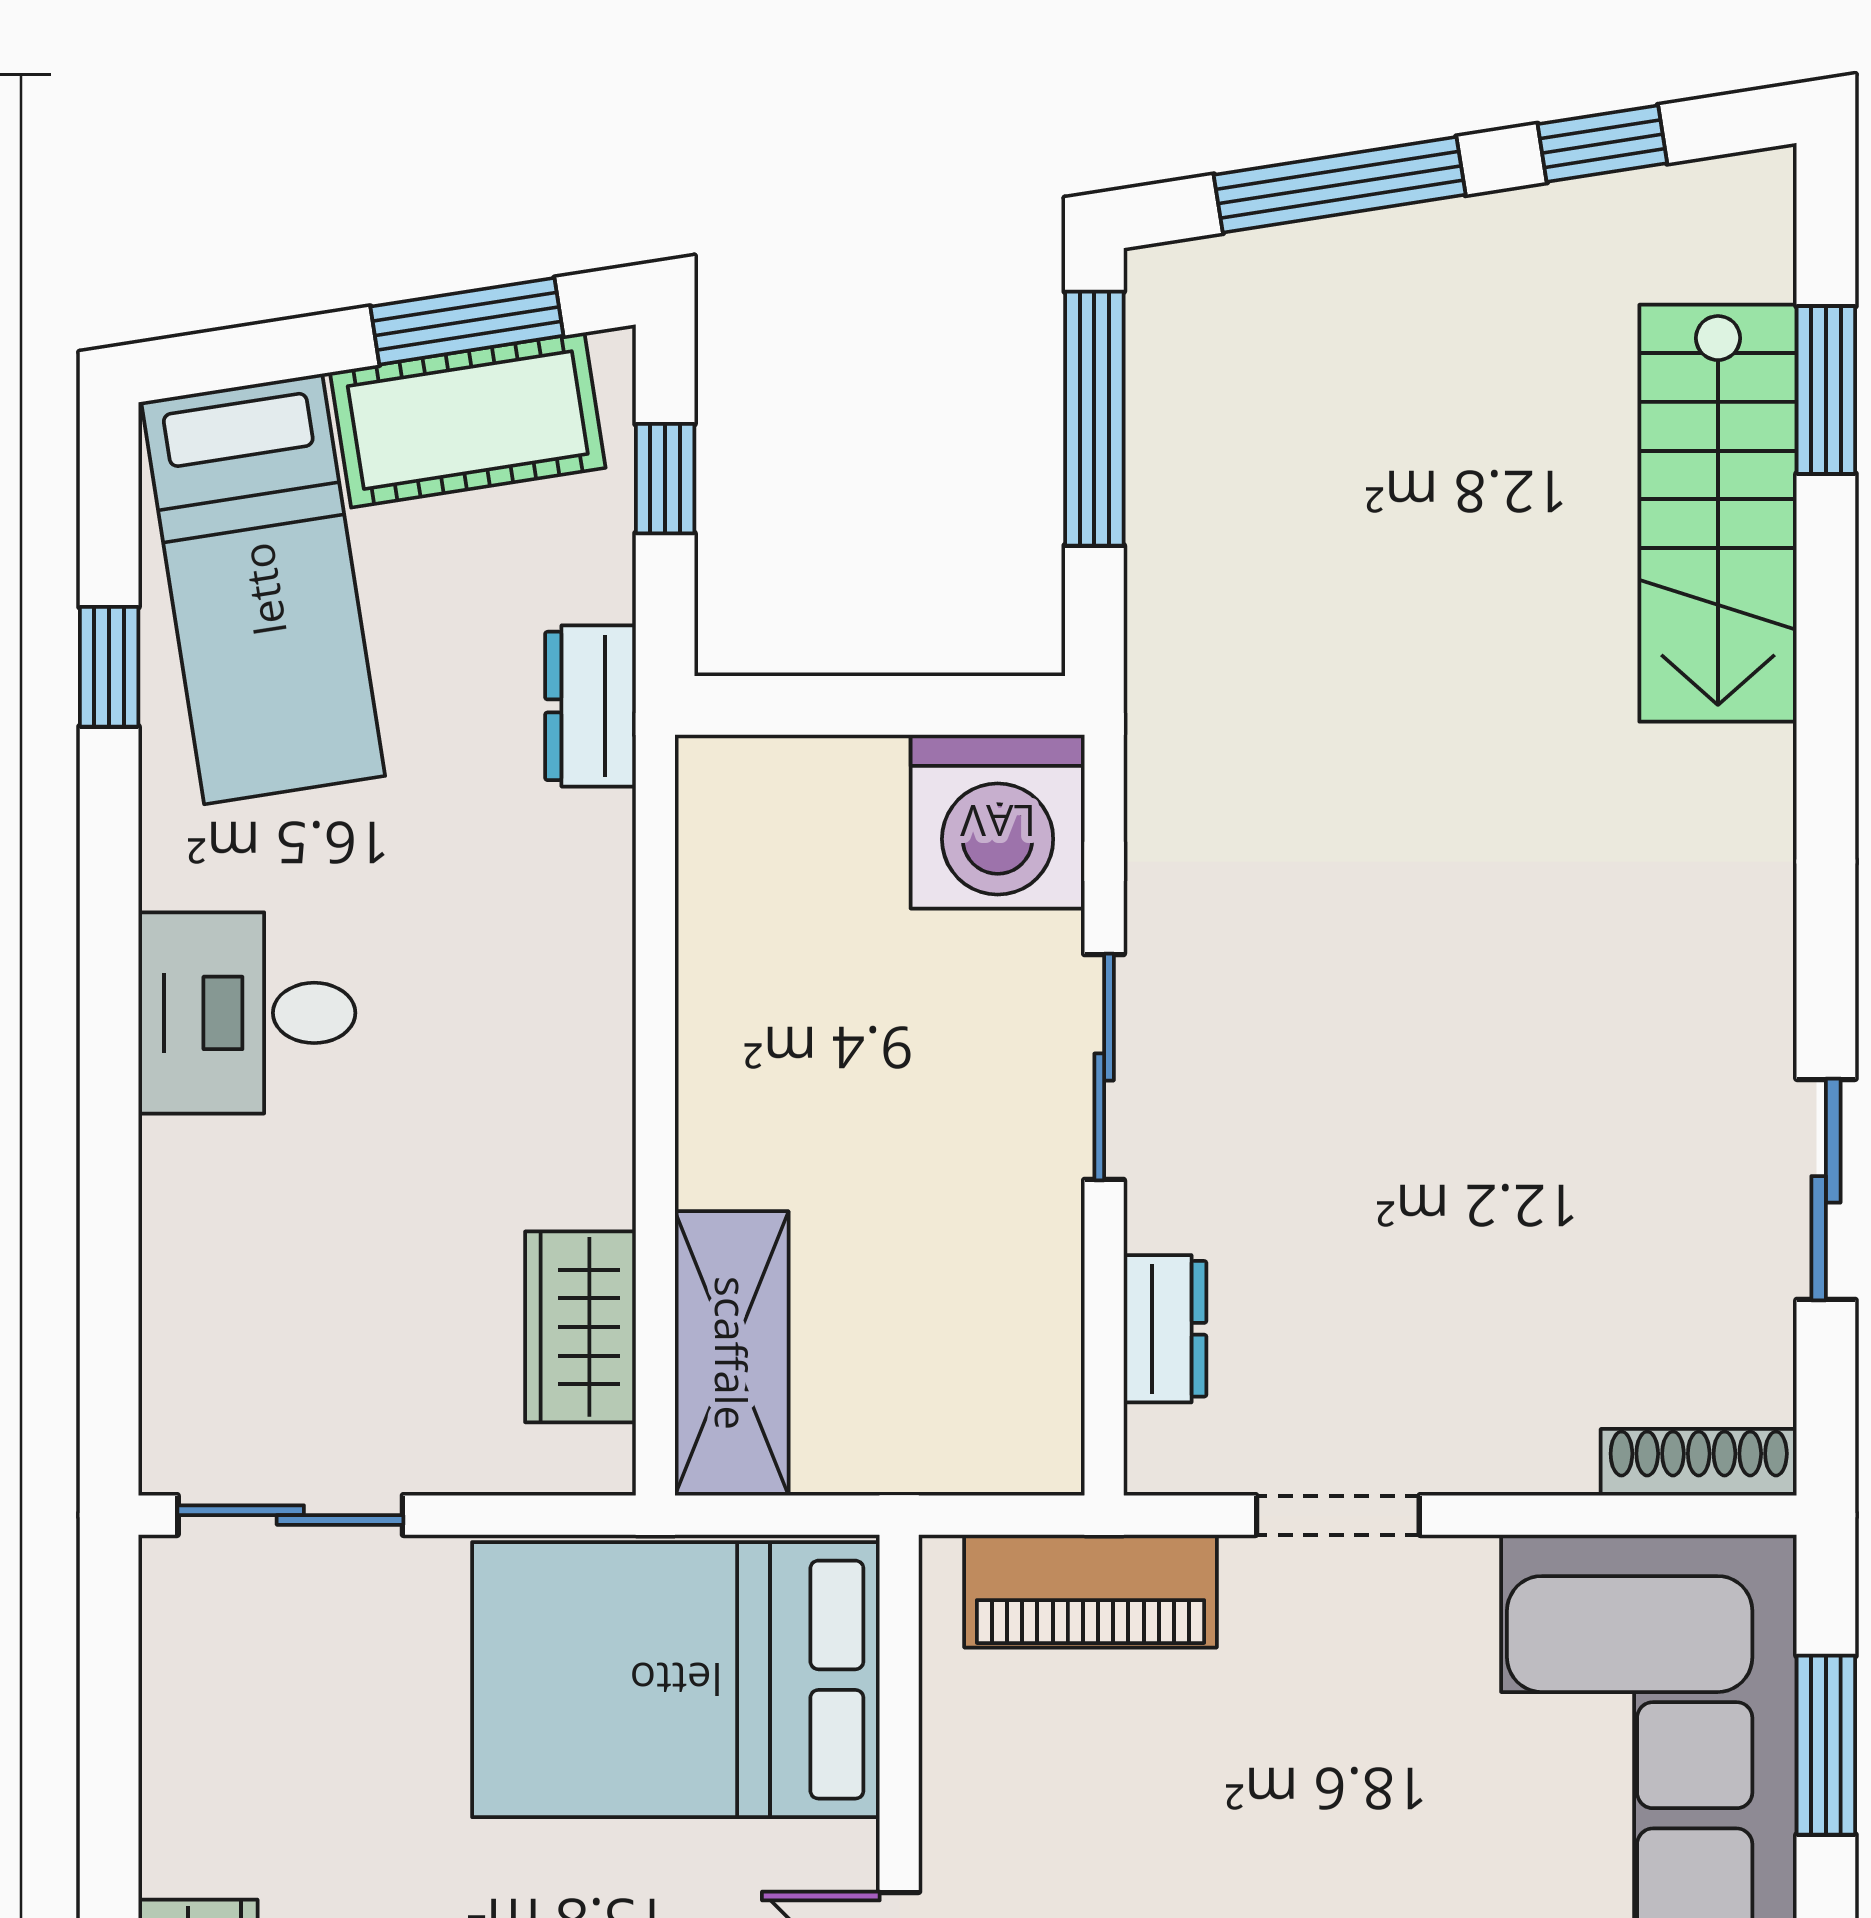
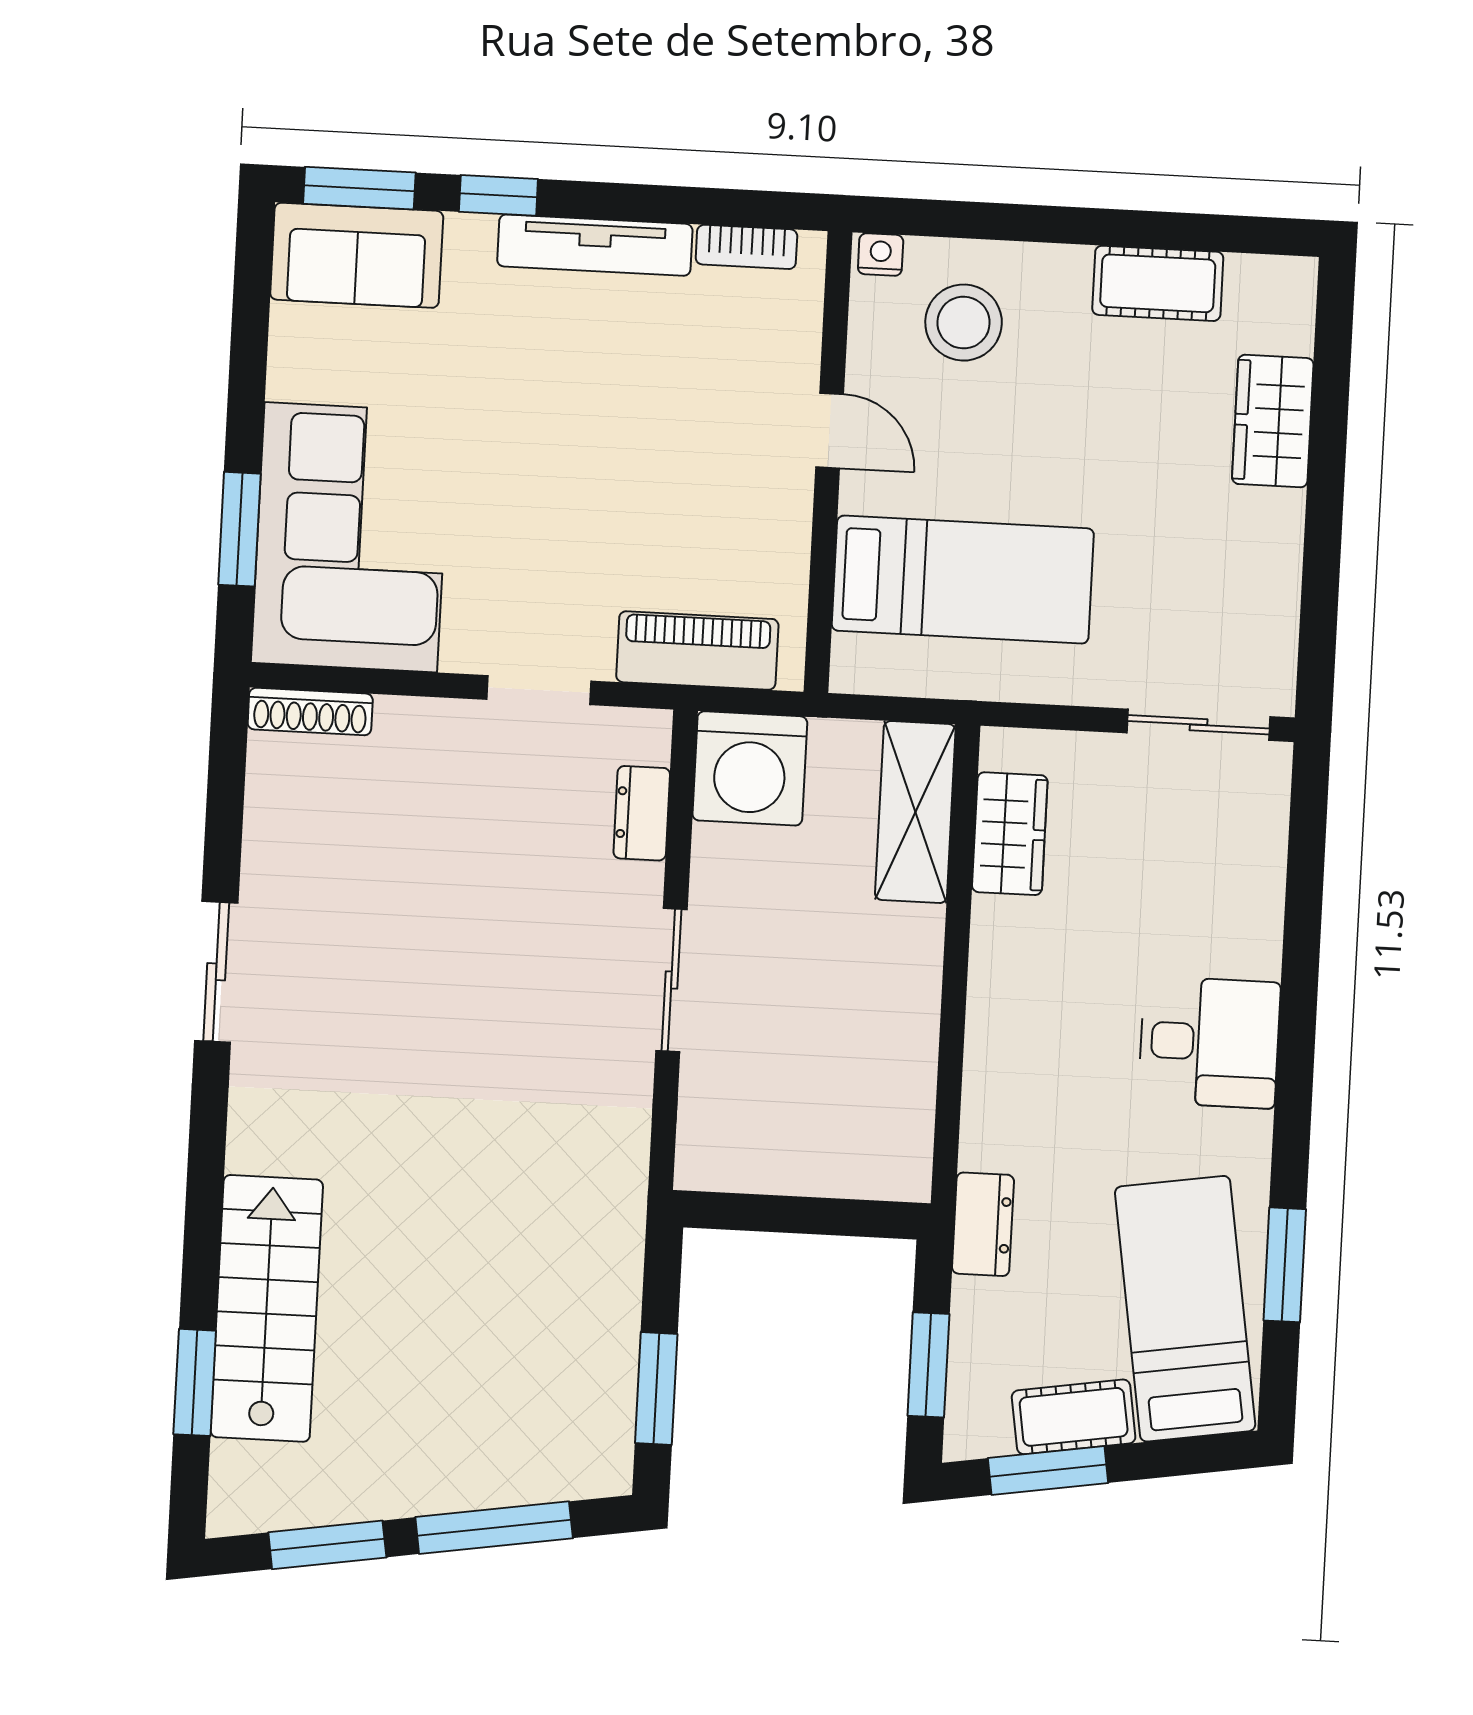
window: (1602, 144) -> (327, 1545), width x1.50
window: (1094, 419) -> (656, 1389), width x0.69
cot: (468, 420) -> (1074, 1417), width x0.73, depth x0.75
window: (665, 479) -> (928, 1365), width x1.50
window: (109, 667) -> (1285, 1265), width x1.50
washing machine: (998, 822) -> (750, 768), moved, turned 180
sliding door: (1826, 1189) -> (216, 972), moved
bed: (676, 1680) -> (963, 580), width x0.67

